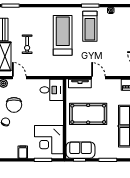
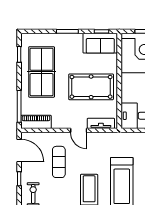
exercise mat: (115, 52) -> (59, 162), added

